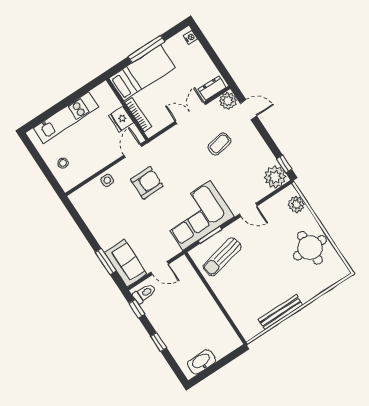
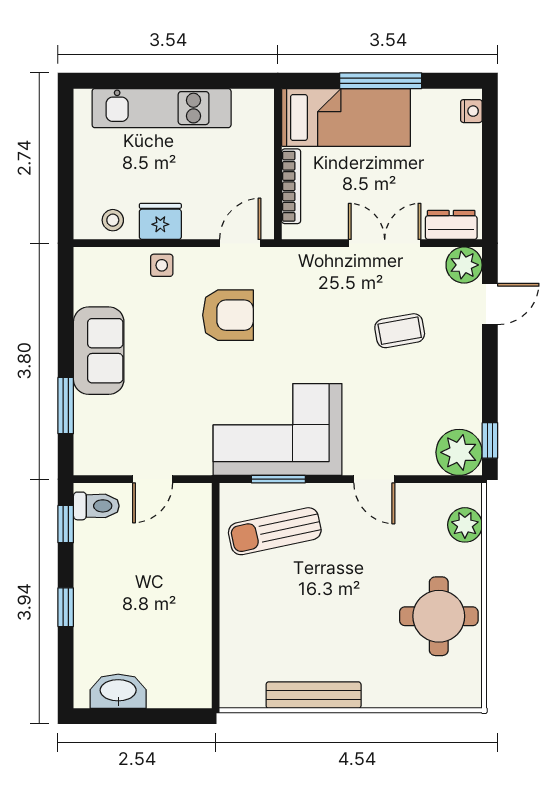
door: (248, 110) -> (490, 304), hinge flipped
fridge: (121, 119) -> (160, 221), moved, turned 90
stool: (63, 163) -> (113, 220), moved
sofa: (126, 263) -> (99, 351), moved
door: (160, 268) -> (153, 479), hinge flipped

